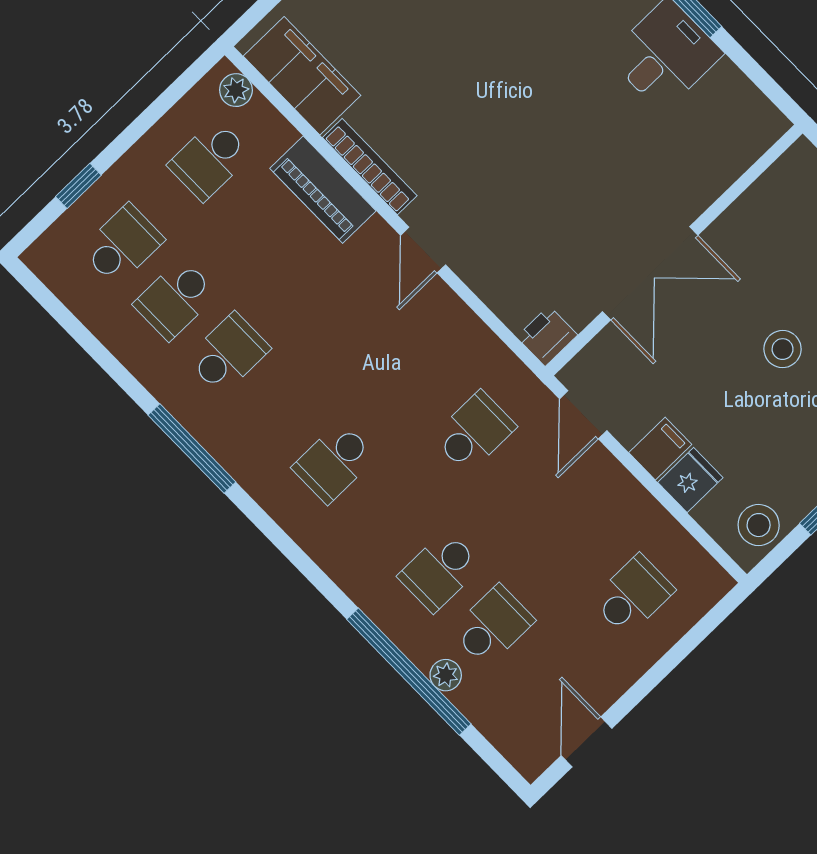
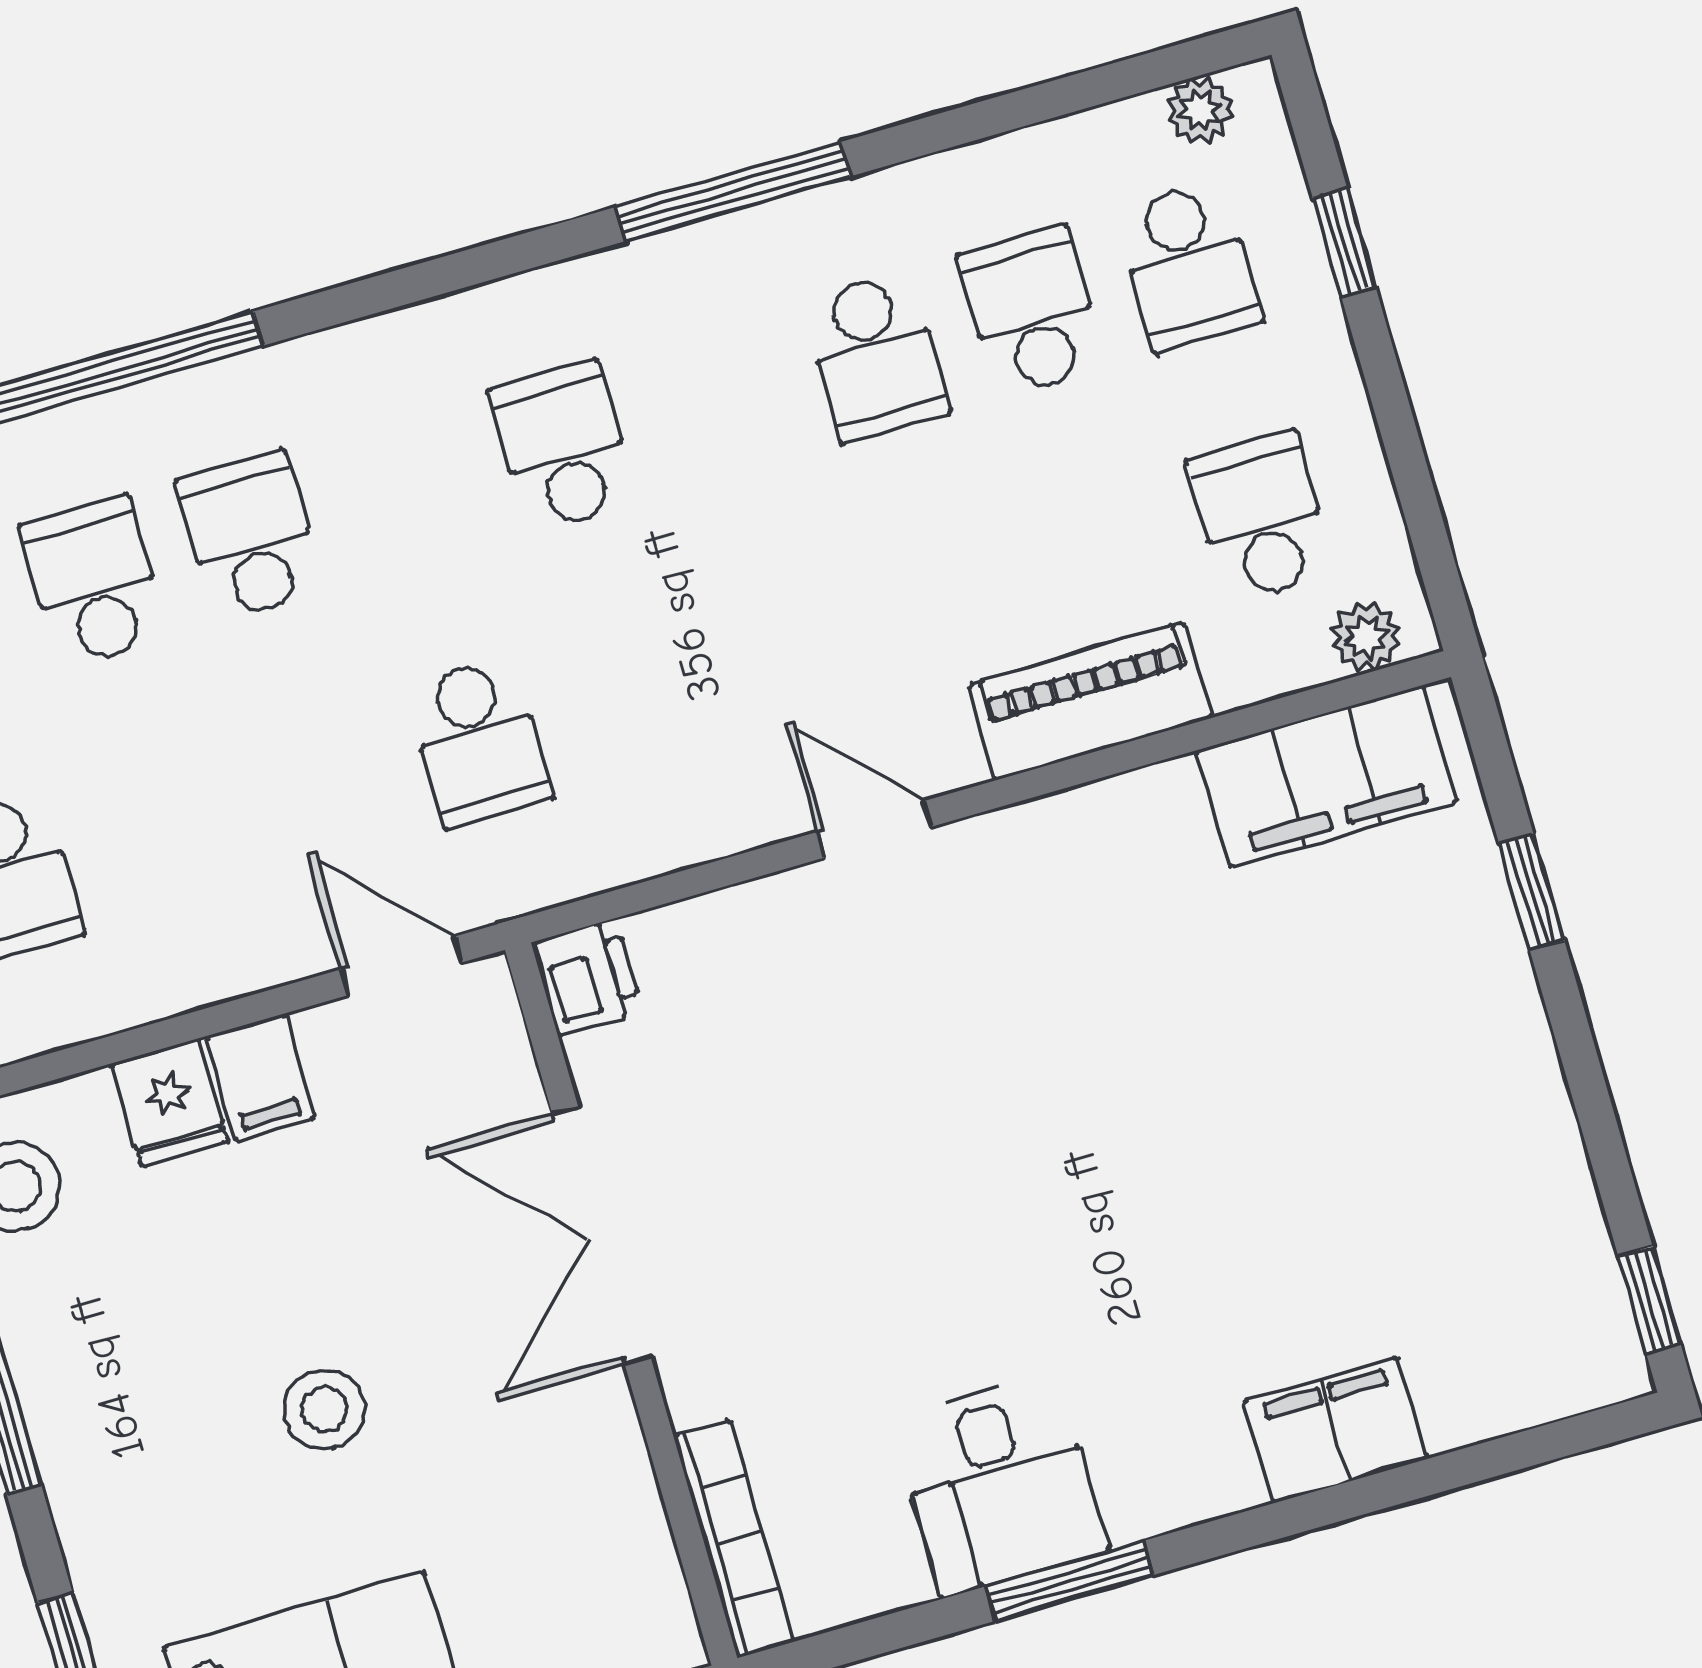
bookcase: (370, 167) -> (734, 1539), moved, turned -90
school desk: (493, 626) -> (94, 582), turned 180
plant: (446, 675) -> (1200, 110), moved

